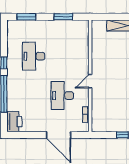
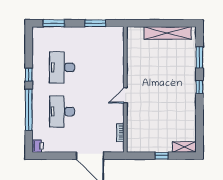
desk: (62, 96) -> (62, 112), moved
printer: (14, 122) -> (38, 146), width x0.53, depth x0.68

